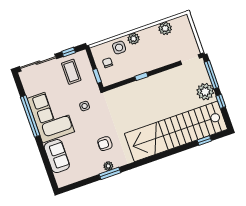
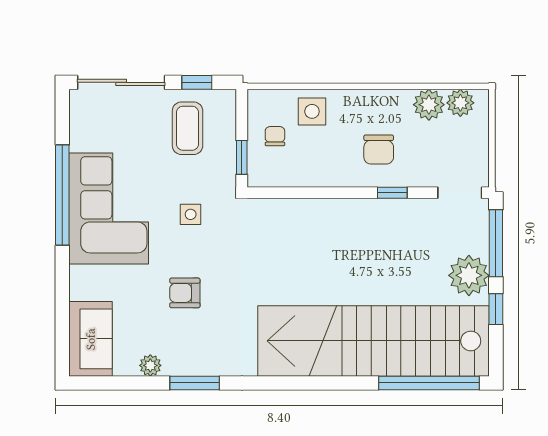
plant: (134, 39) -> (460, 103), moved
chair: (151, 54) -> (379, 150), added
window: (141, 76) -> (392, 193), moved
window: (204, 140) -> (429, 383), width x3.17
armchair: (105, 144) -> (185, 293), moved
sofa: (57, 156) -> (91, 339), moved
plant: (108, 166) -> (150, 365), moved

